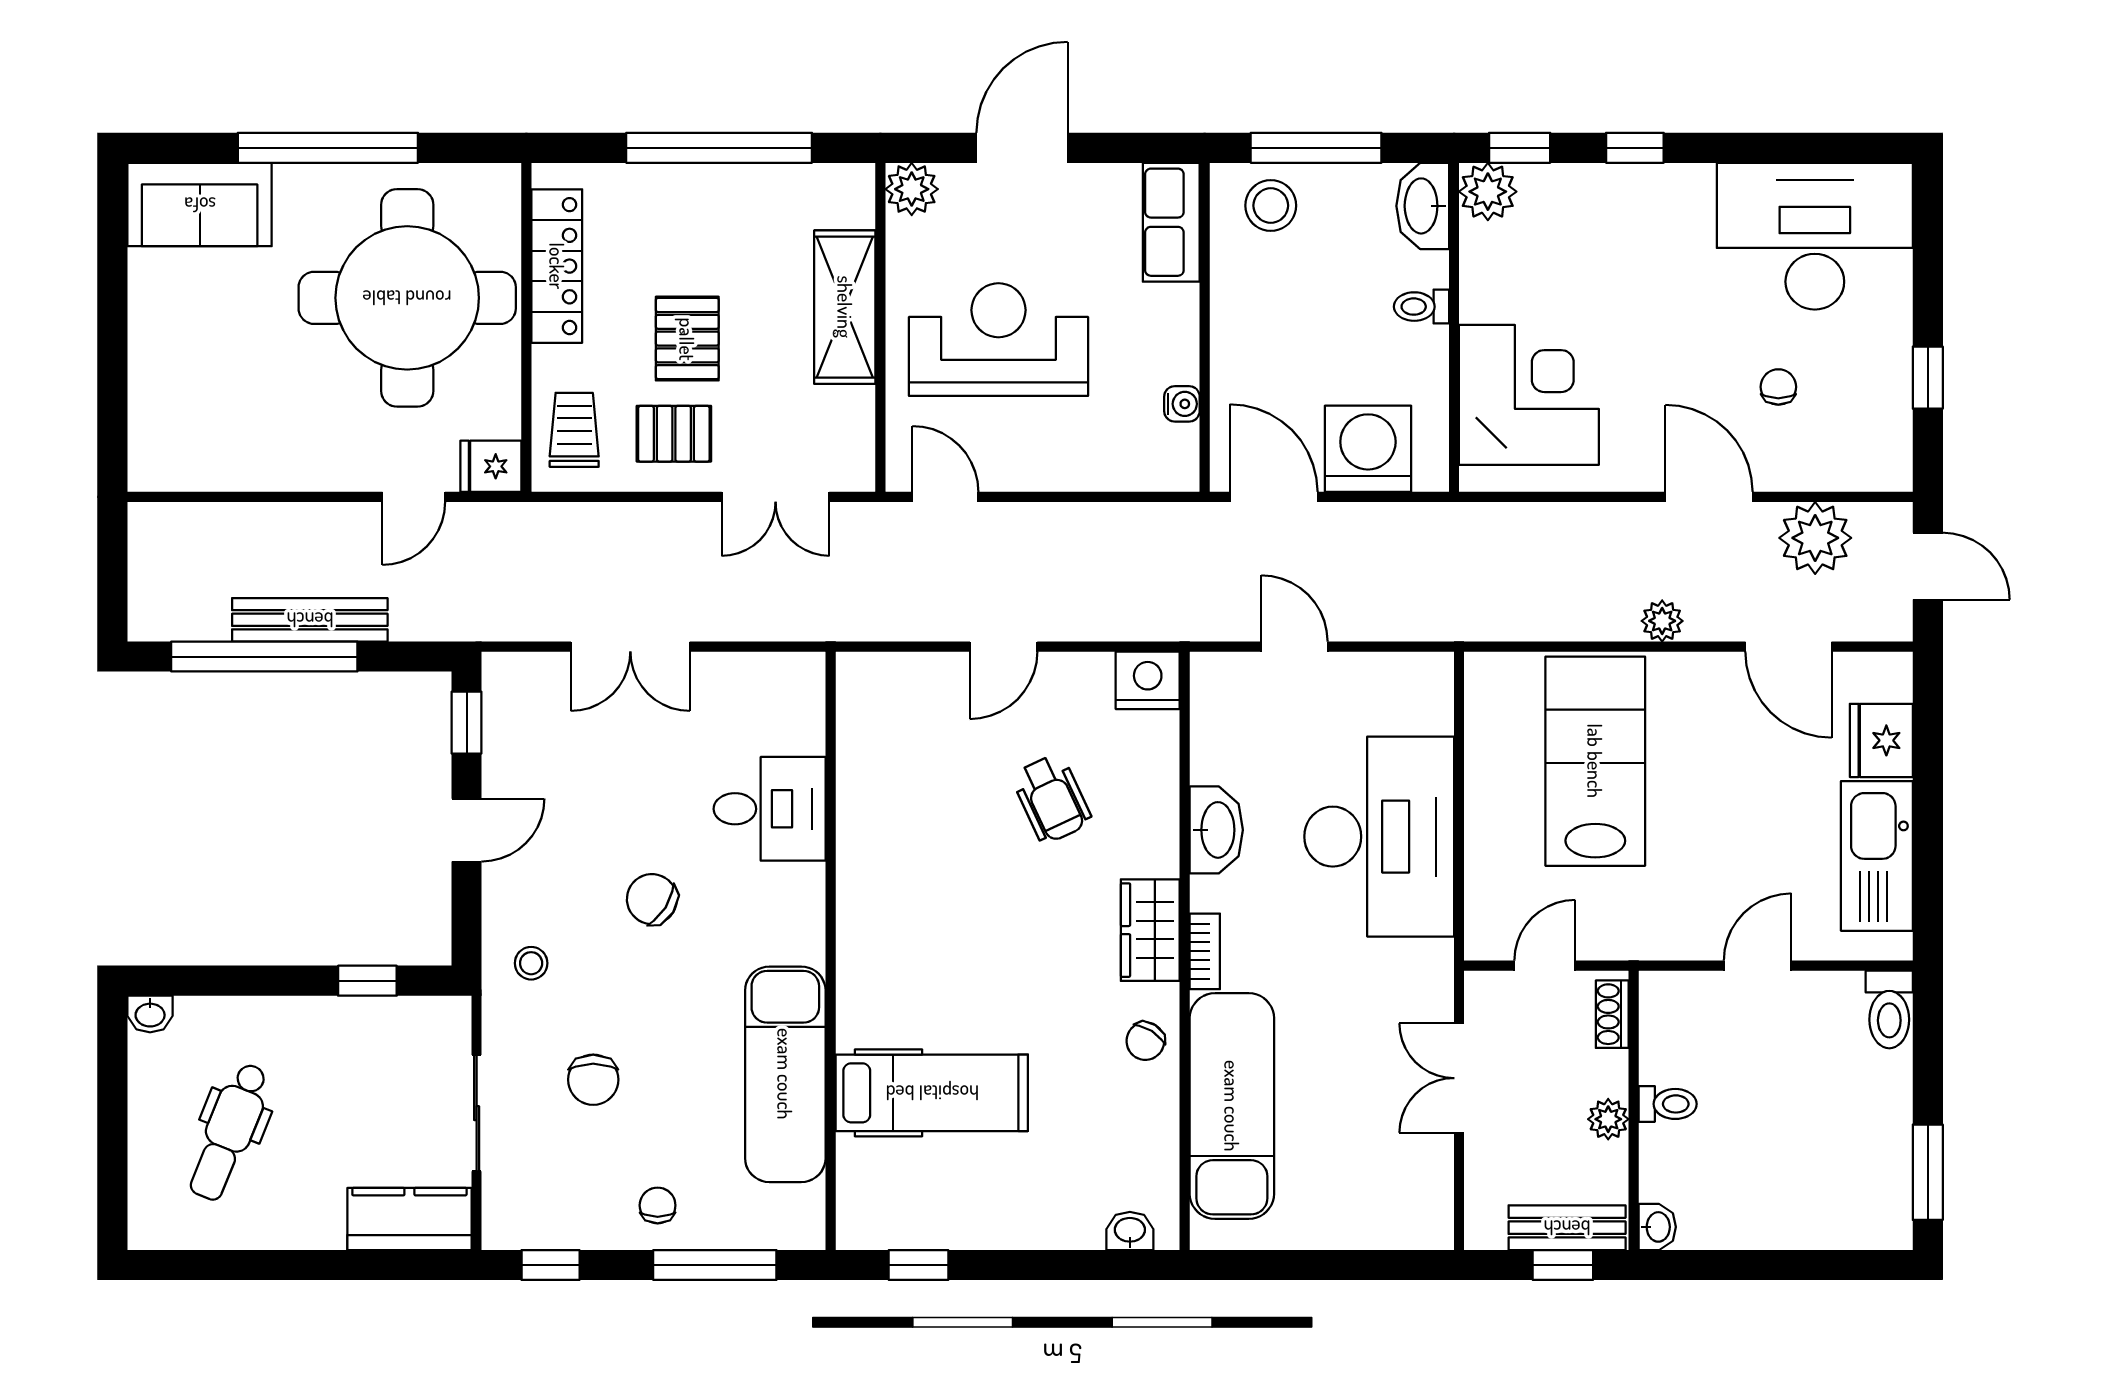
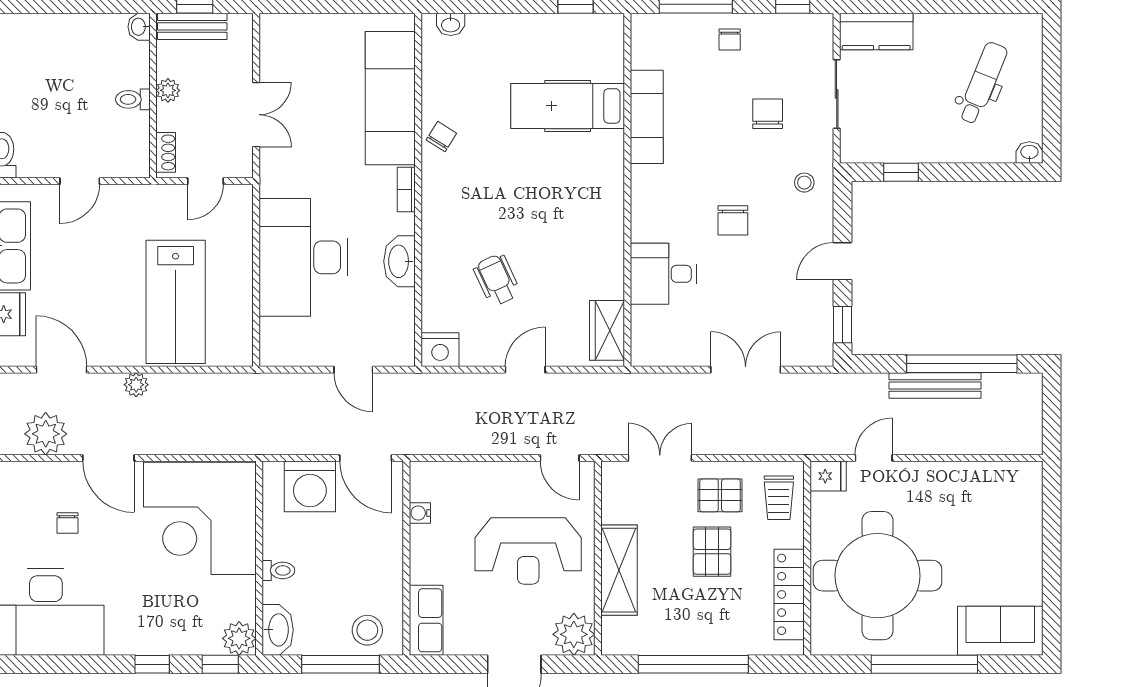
plant: (912, 189) -> (574, 634), width x1.36, depth x1.36
corner desk: (1529, 395) -> (200, 518), width x1.36, depth x1.36
chair: (652, 899) -> (733, 220), turned 58
wardrobe: (1150, 930) -> (607, 330), moved, turned 180
exam couch: (785, 1074) -> (647, 117), width x0.73, depth x0.69

